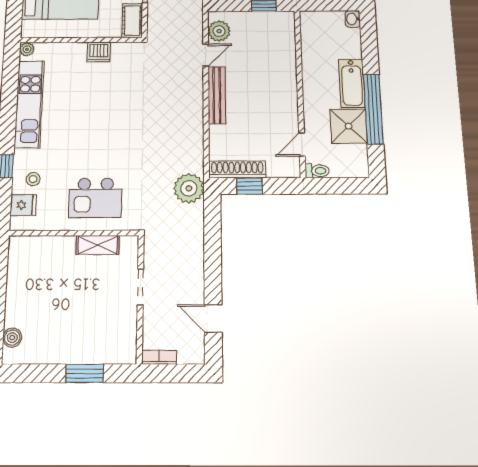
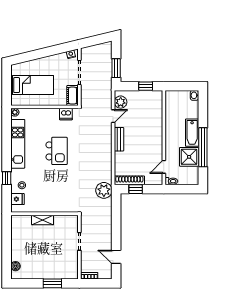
dishwasher: (99, 52) -> (66, 114), moved
bench: (217, 95) -> (119, 139), width x0.73
kitchen island: (95, 198) -> (57, 151), moved, turned -90
shelving: (98, 245) -> (43, 220), moved

